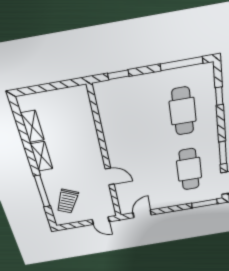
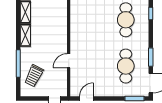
door: (110, 177) -> (69, 61), swing flipped

